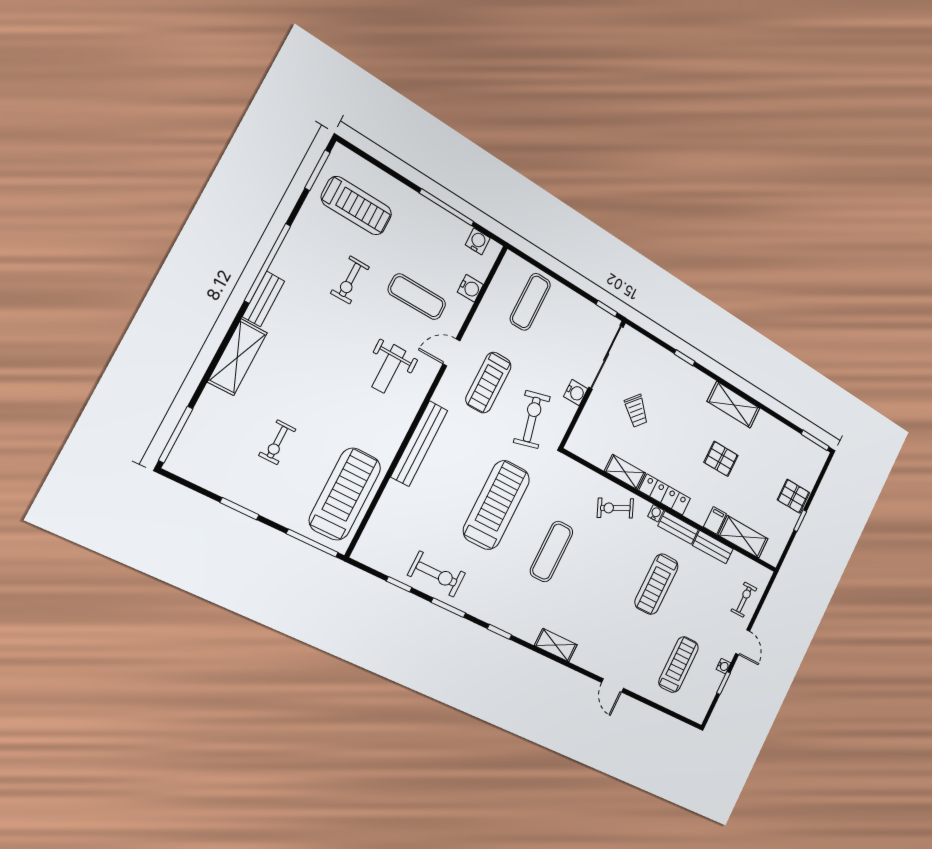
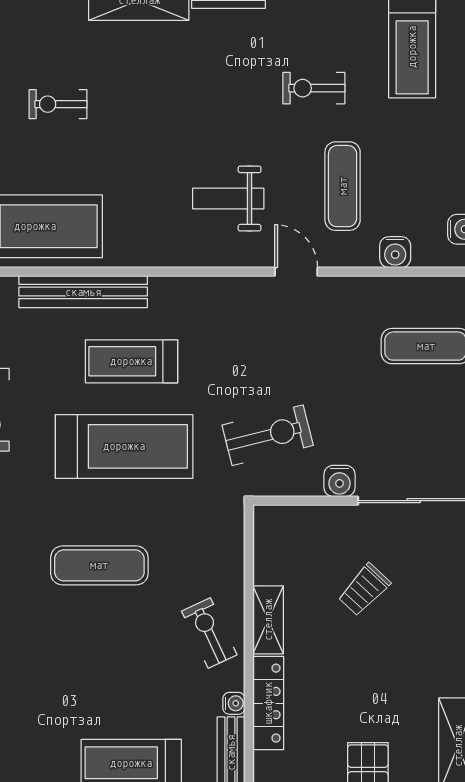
treadmill: (488, 383) -> (131, 361), moved
bench: (419, 444) -> (83, 292), moved

